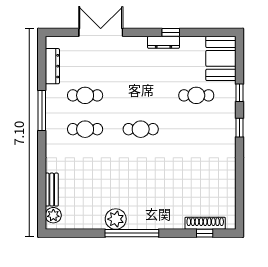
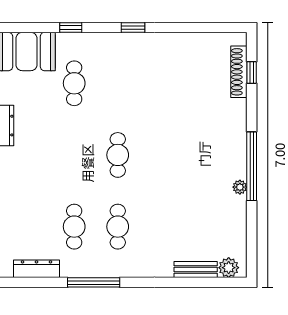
window: (240, 128) -> (133, 27), moved
plant: (116, 219) -> (240, 187), width x0.53, depth x0.53

